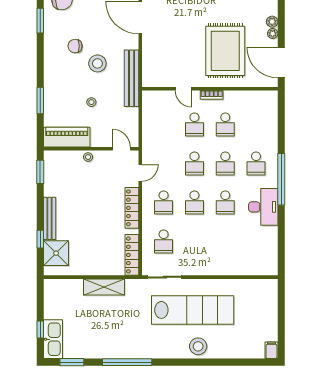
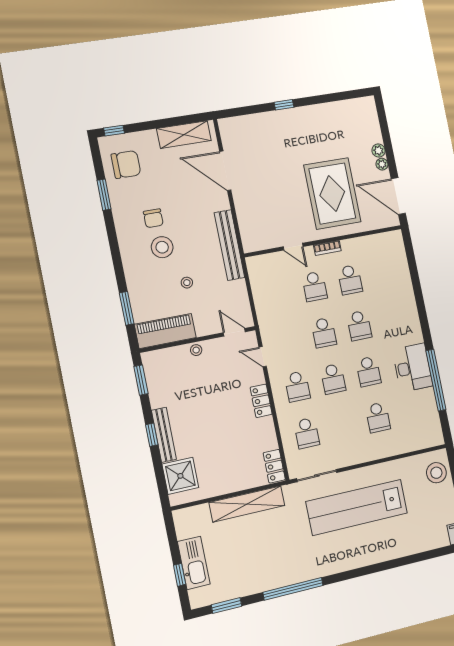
chair: (75, 46) -> (153, 218), turned -90
stool: (97, 63) -> (162, 247), moved
window: (40, 100) -> (127, 308), moved
school desk: (256, 163) -> (378, 417), moved
door: (140, 173) -> (263, 357), swing flipped
window: (281, 179) -> (436, 380), moved
locker: (132, 208) -> (261, 401), width x0.66
window: (40, 239) -> (152, 435), moved
locker: (132, 255) -> (274, 466), width x0.66
shelving: (104, 287) -> (247, 504), width x1.47
lab bench: (193, 310) -> (357, 507), turned 180
kitchen sink: (53, 339) -> (194, 563), moved
stool: (198, 346) -> (436, 473), moved

